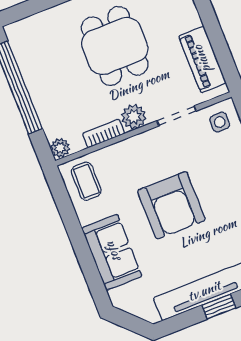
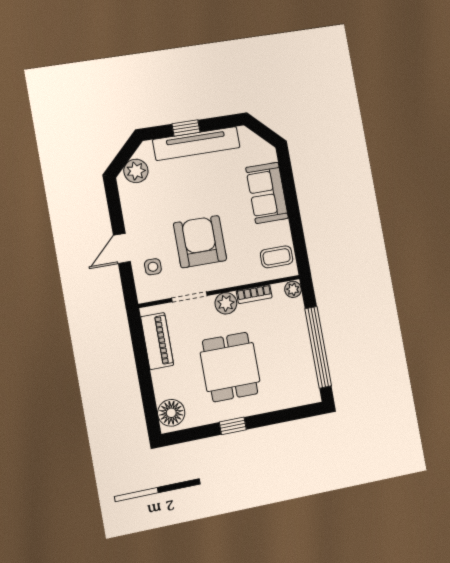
side table: (220, 122) -> (153, 267), moved
coffee table: (86, 181) -> (277, 257), turned 90
armchair: (171, 205) -> (200, 242), moved

